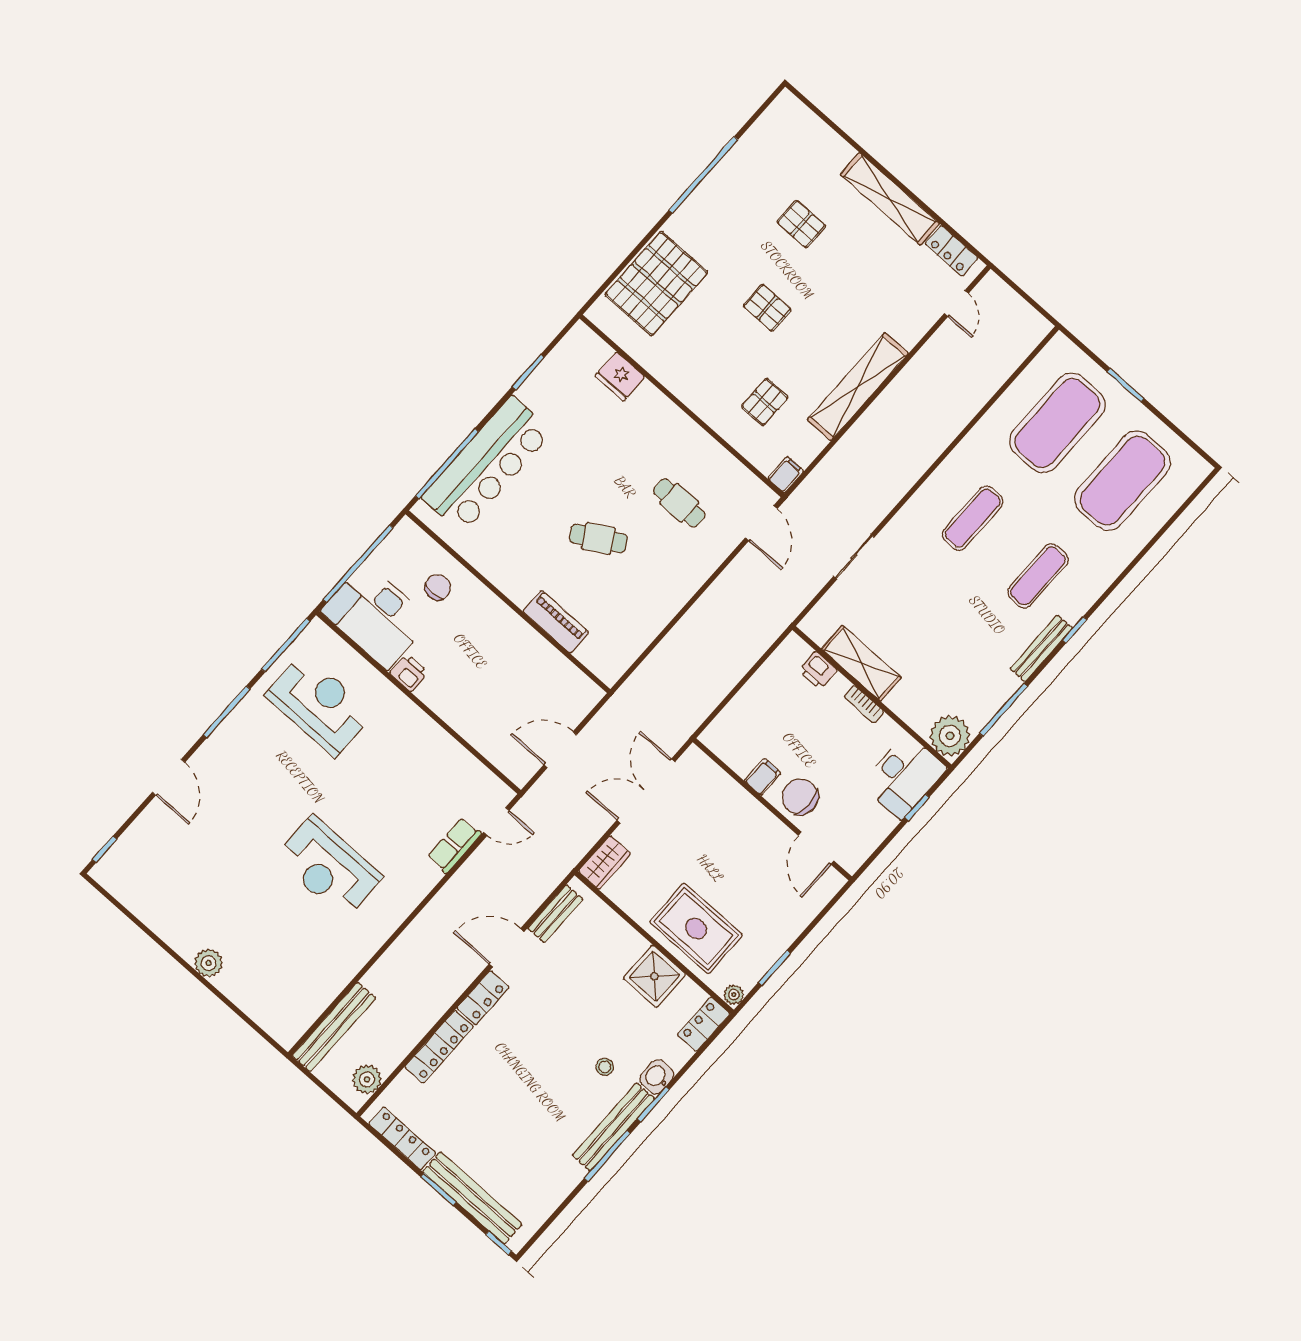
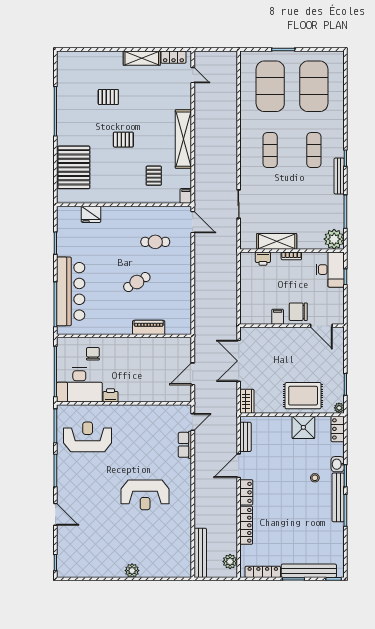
shelving: (890, 199) -> (142, 58), width x0.68

